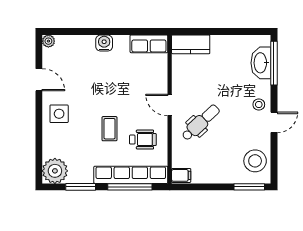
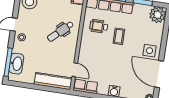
kitchen counter: (191, 44) -> (53, 81), width x1.50
door: (39, 80) -> (159, 74), width x1.88
door: (170, 105) -> (75, 70), moved

